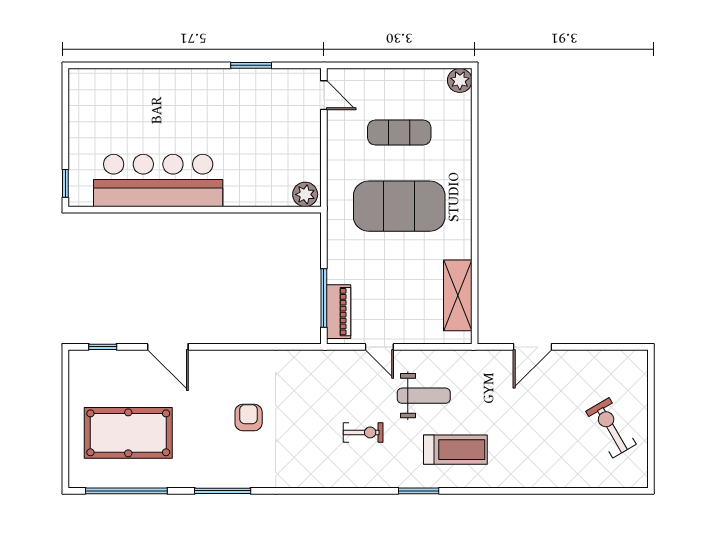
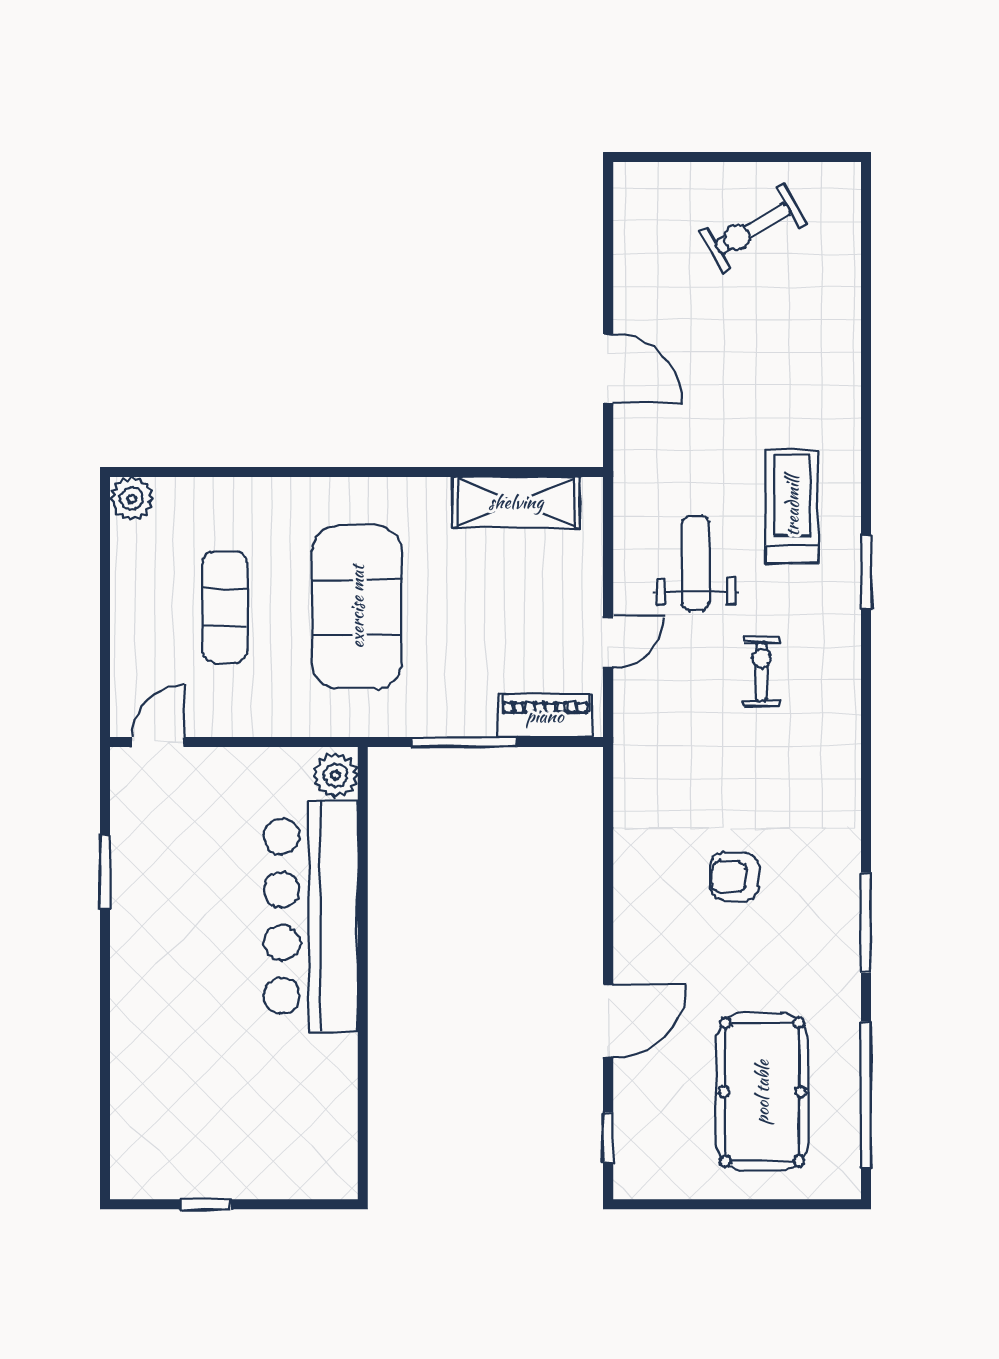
bar counter: (158, 181) -> (311, 916), moved
window: (65, 183) -> (206, 1204), moved
window: (324, 298) -> (464, 742), moved

